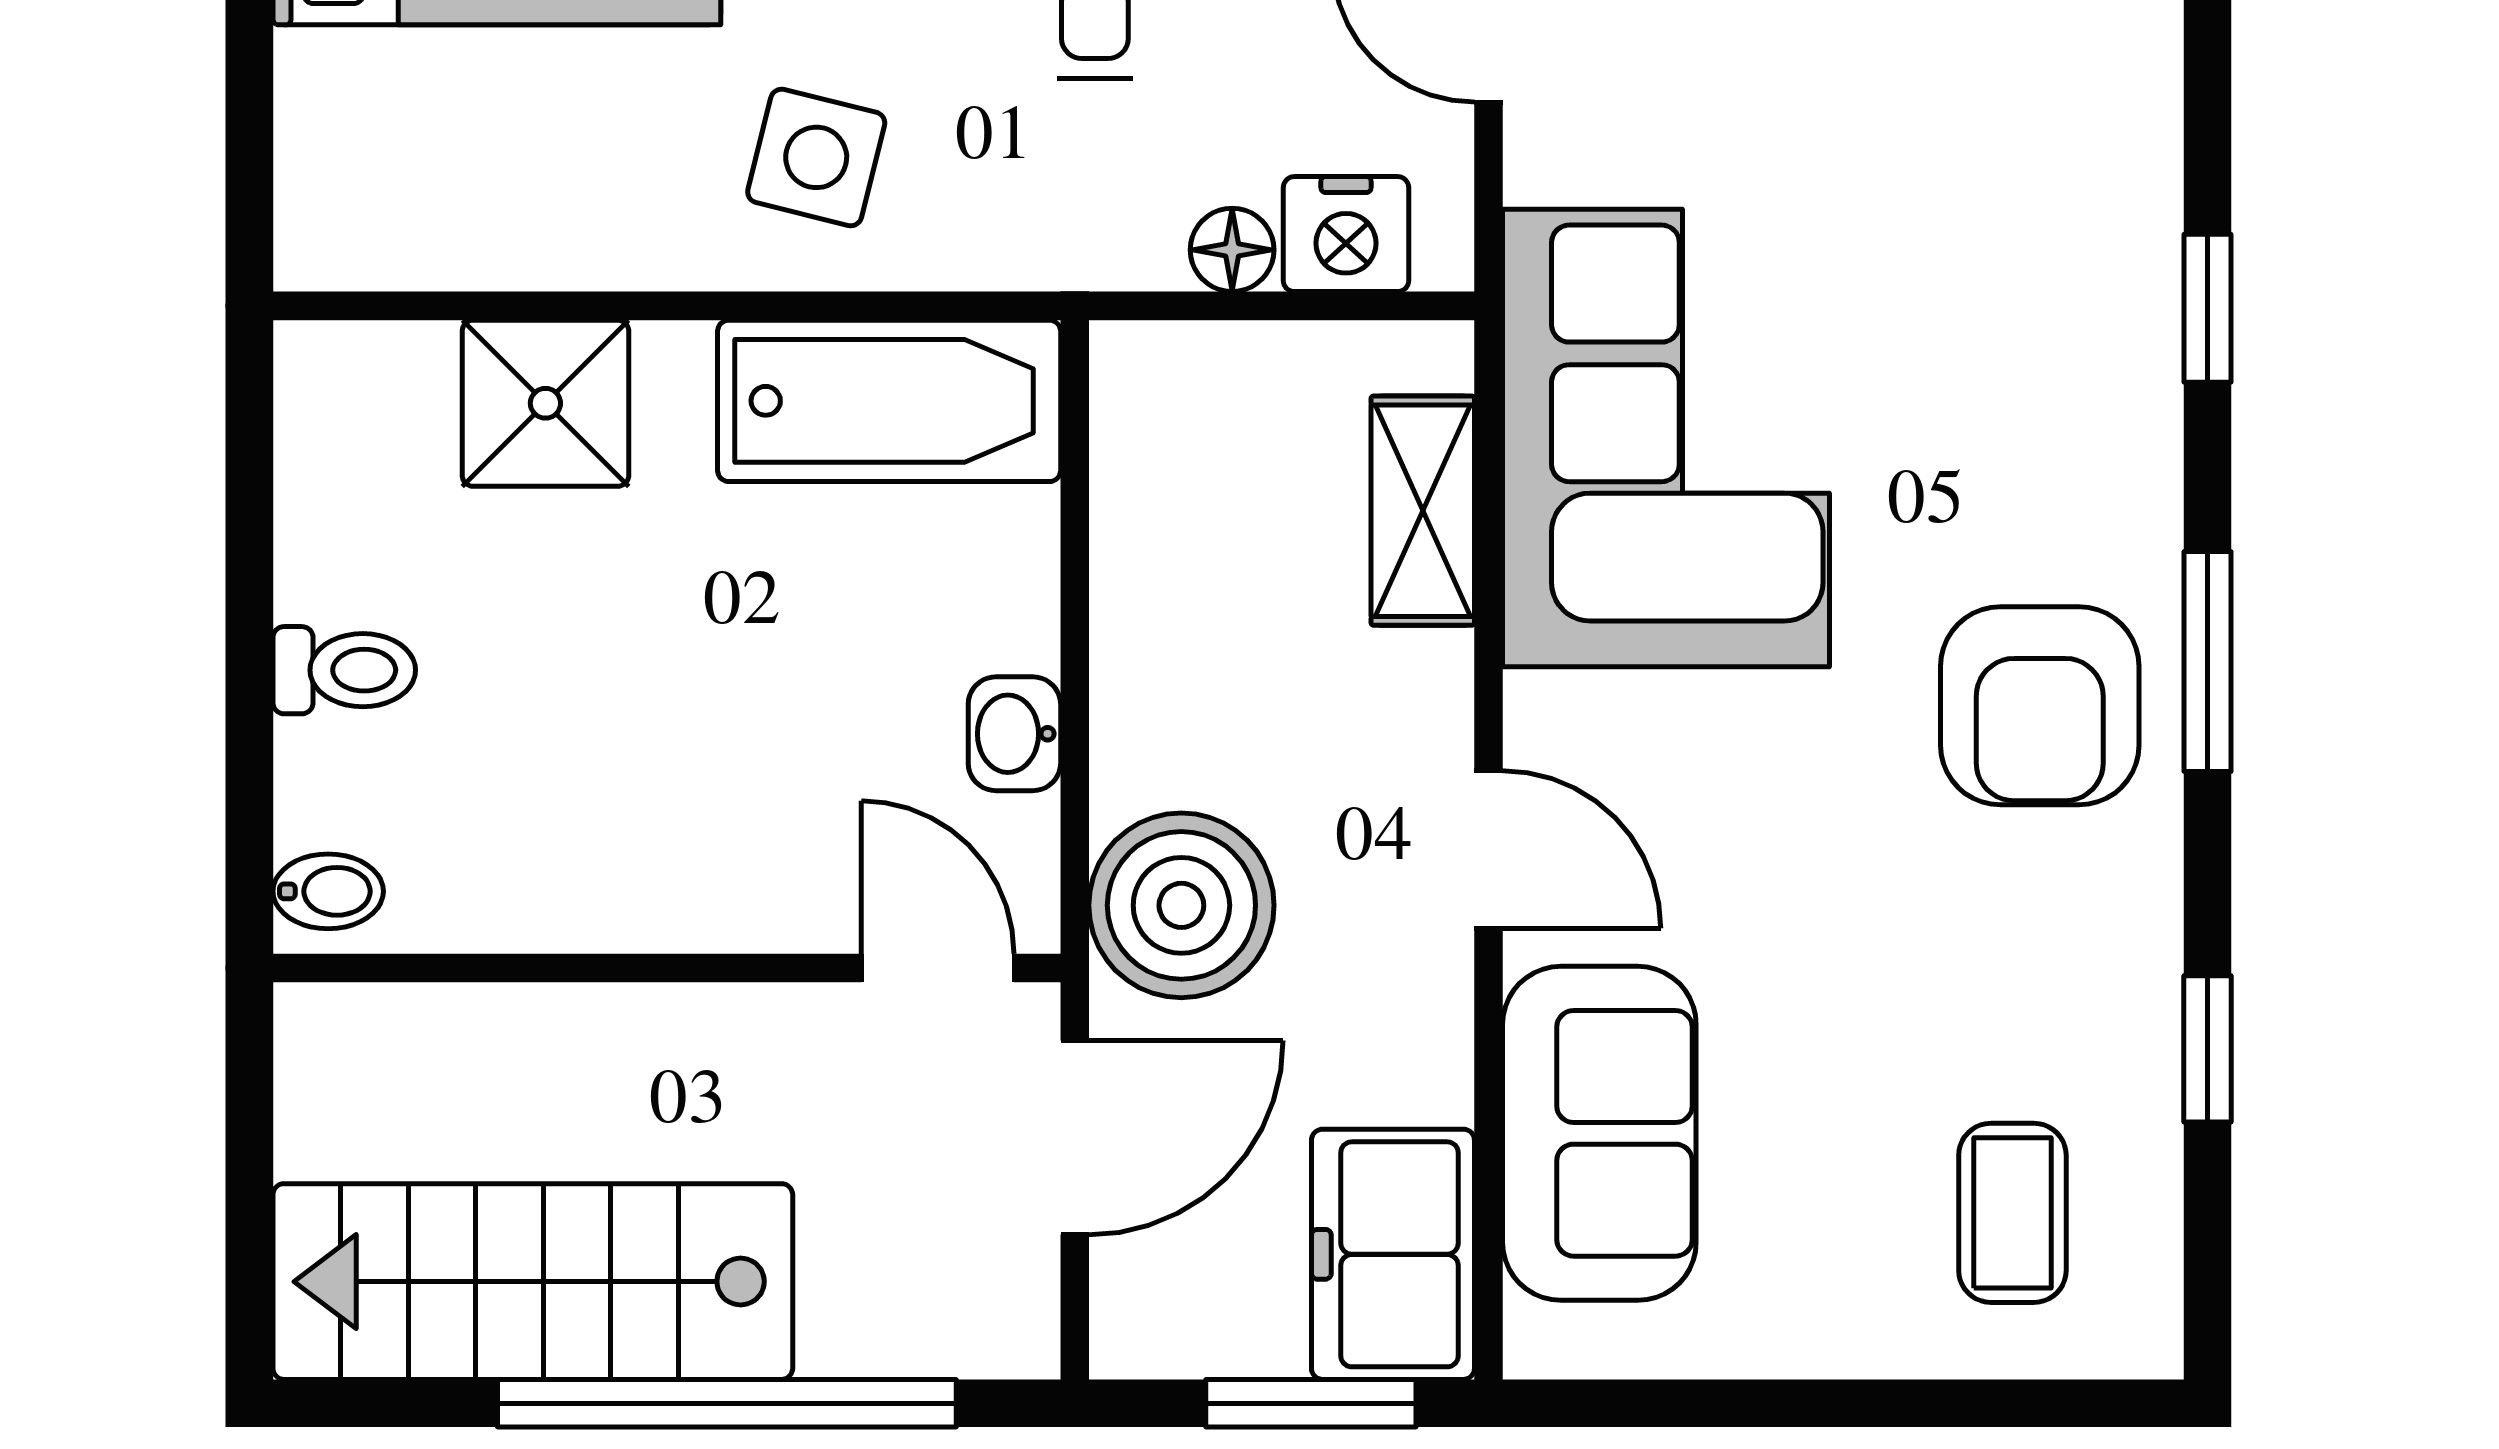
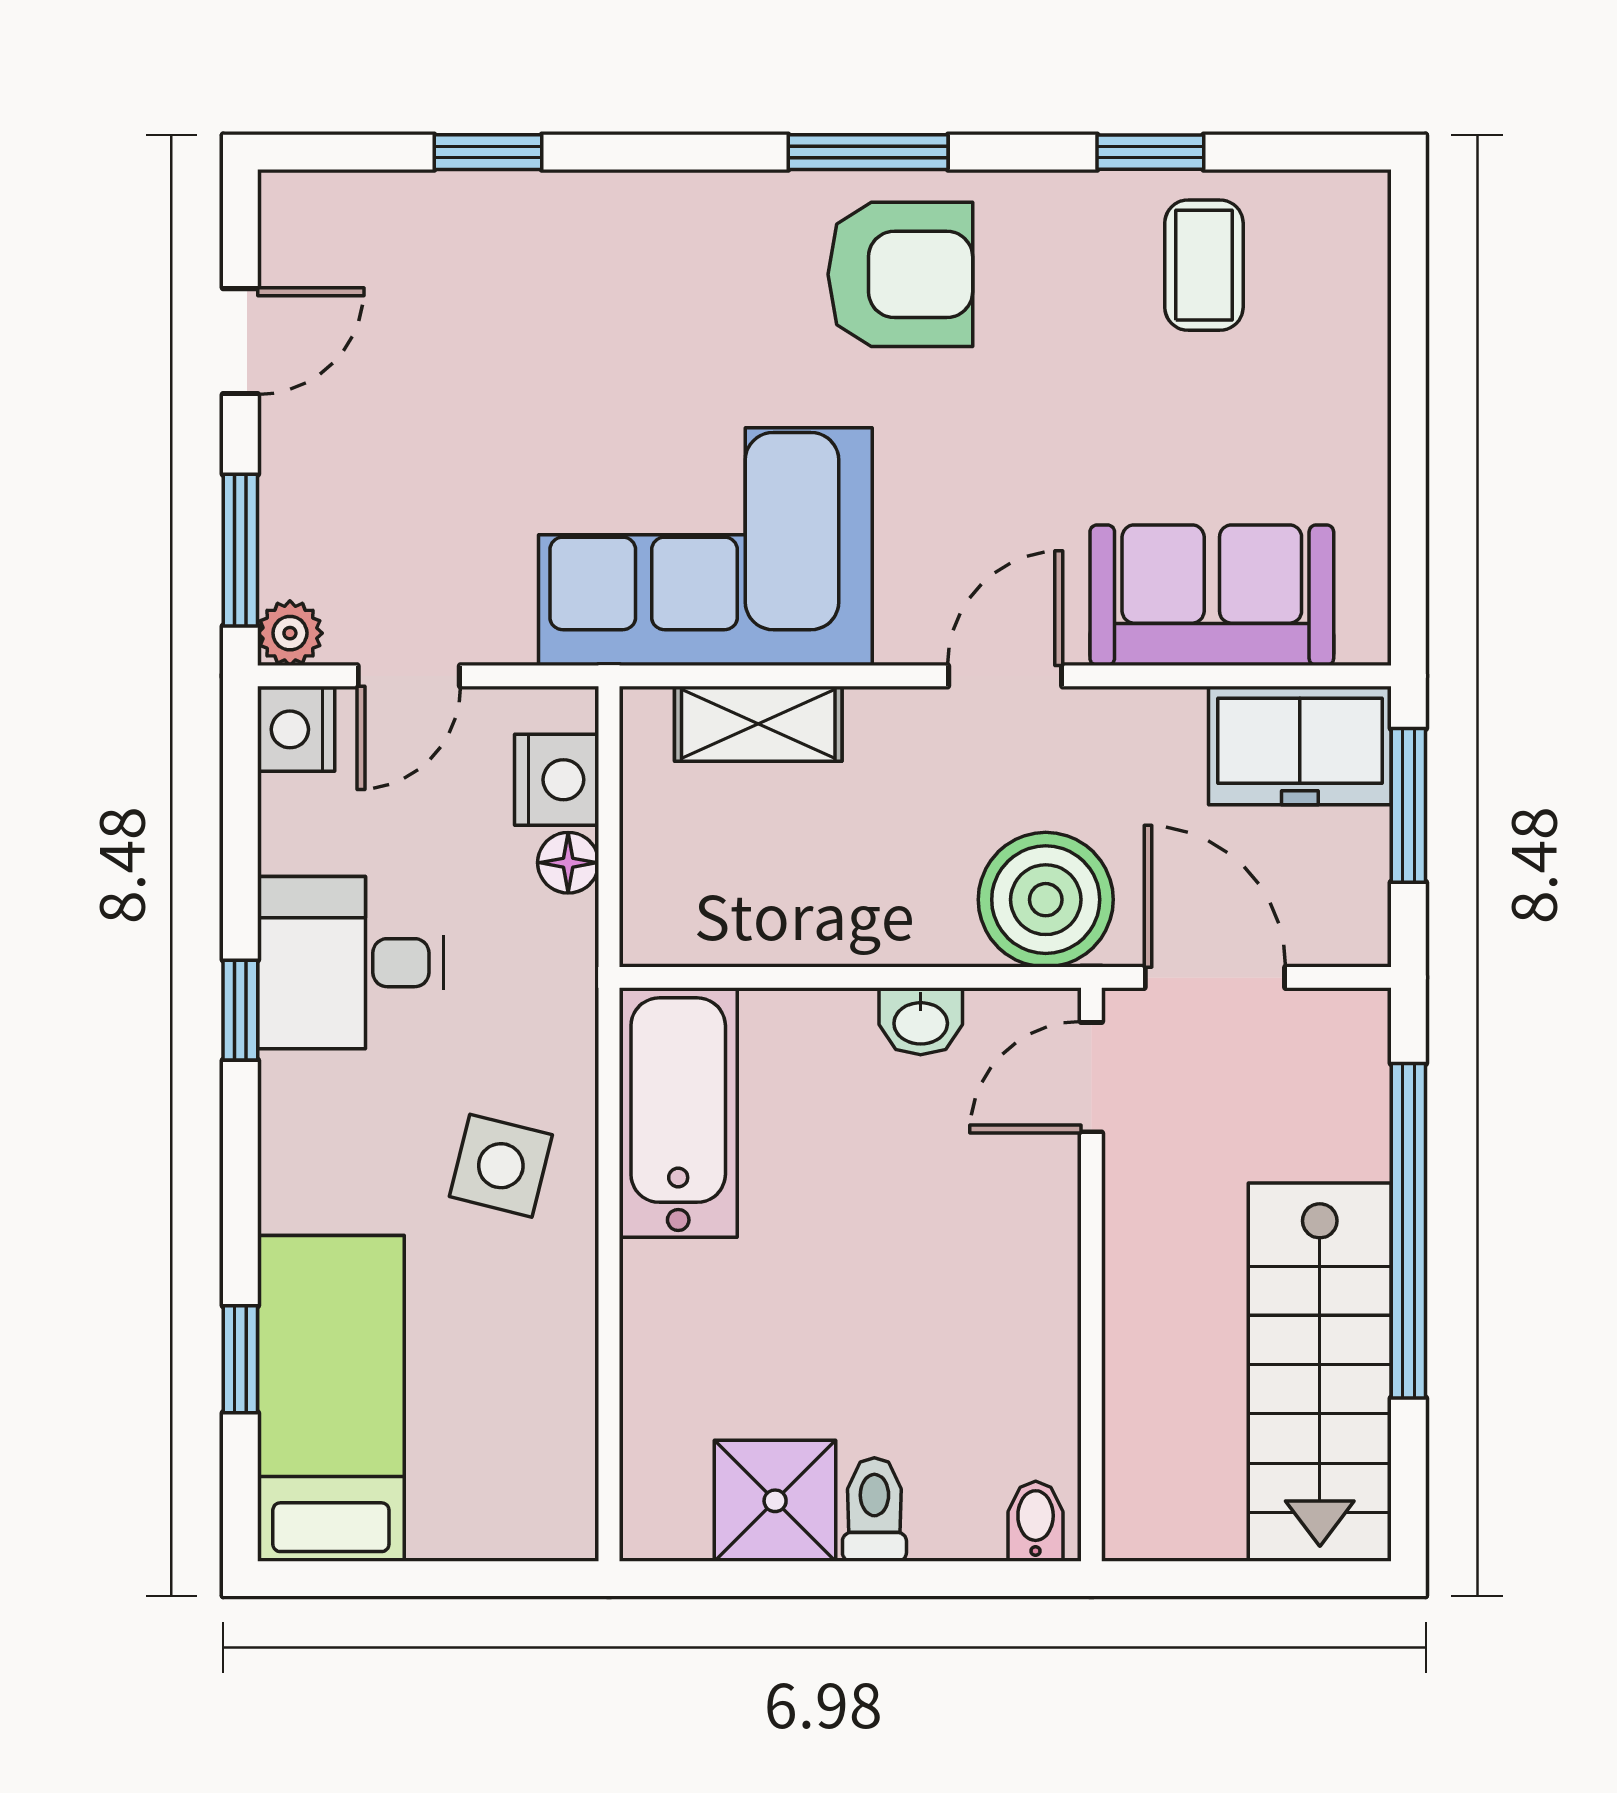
window: (2207, 308) -> (488, 152), moved
shower: (545, 403) -> (775, 1501), moved
coffee table: (2012, 1213) -> (1204, 265), moved, turned 90

